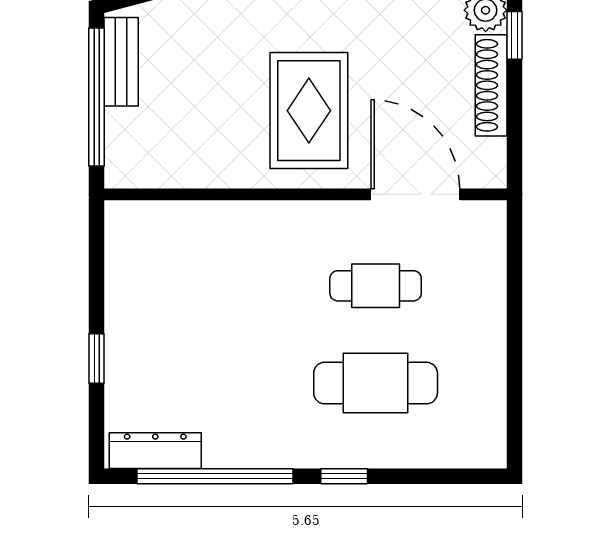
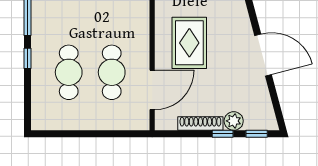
rug: (309, 111) -> (189, 43), turned 90
cafe table: (376, 286) -> (112, 72), width x1.37, depth x1.35

